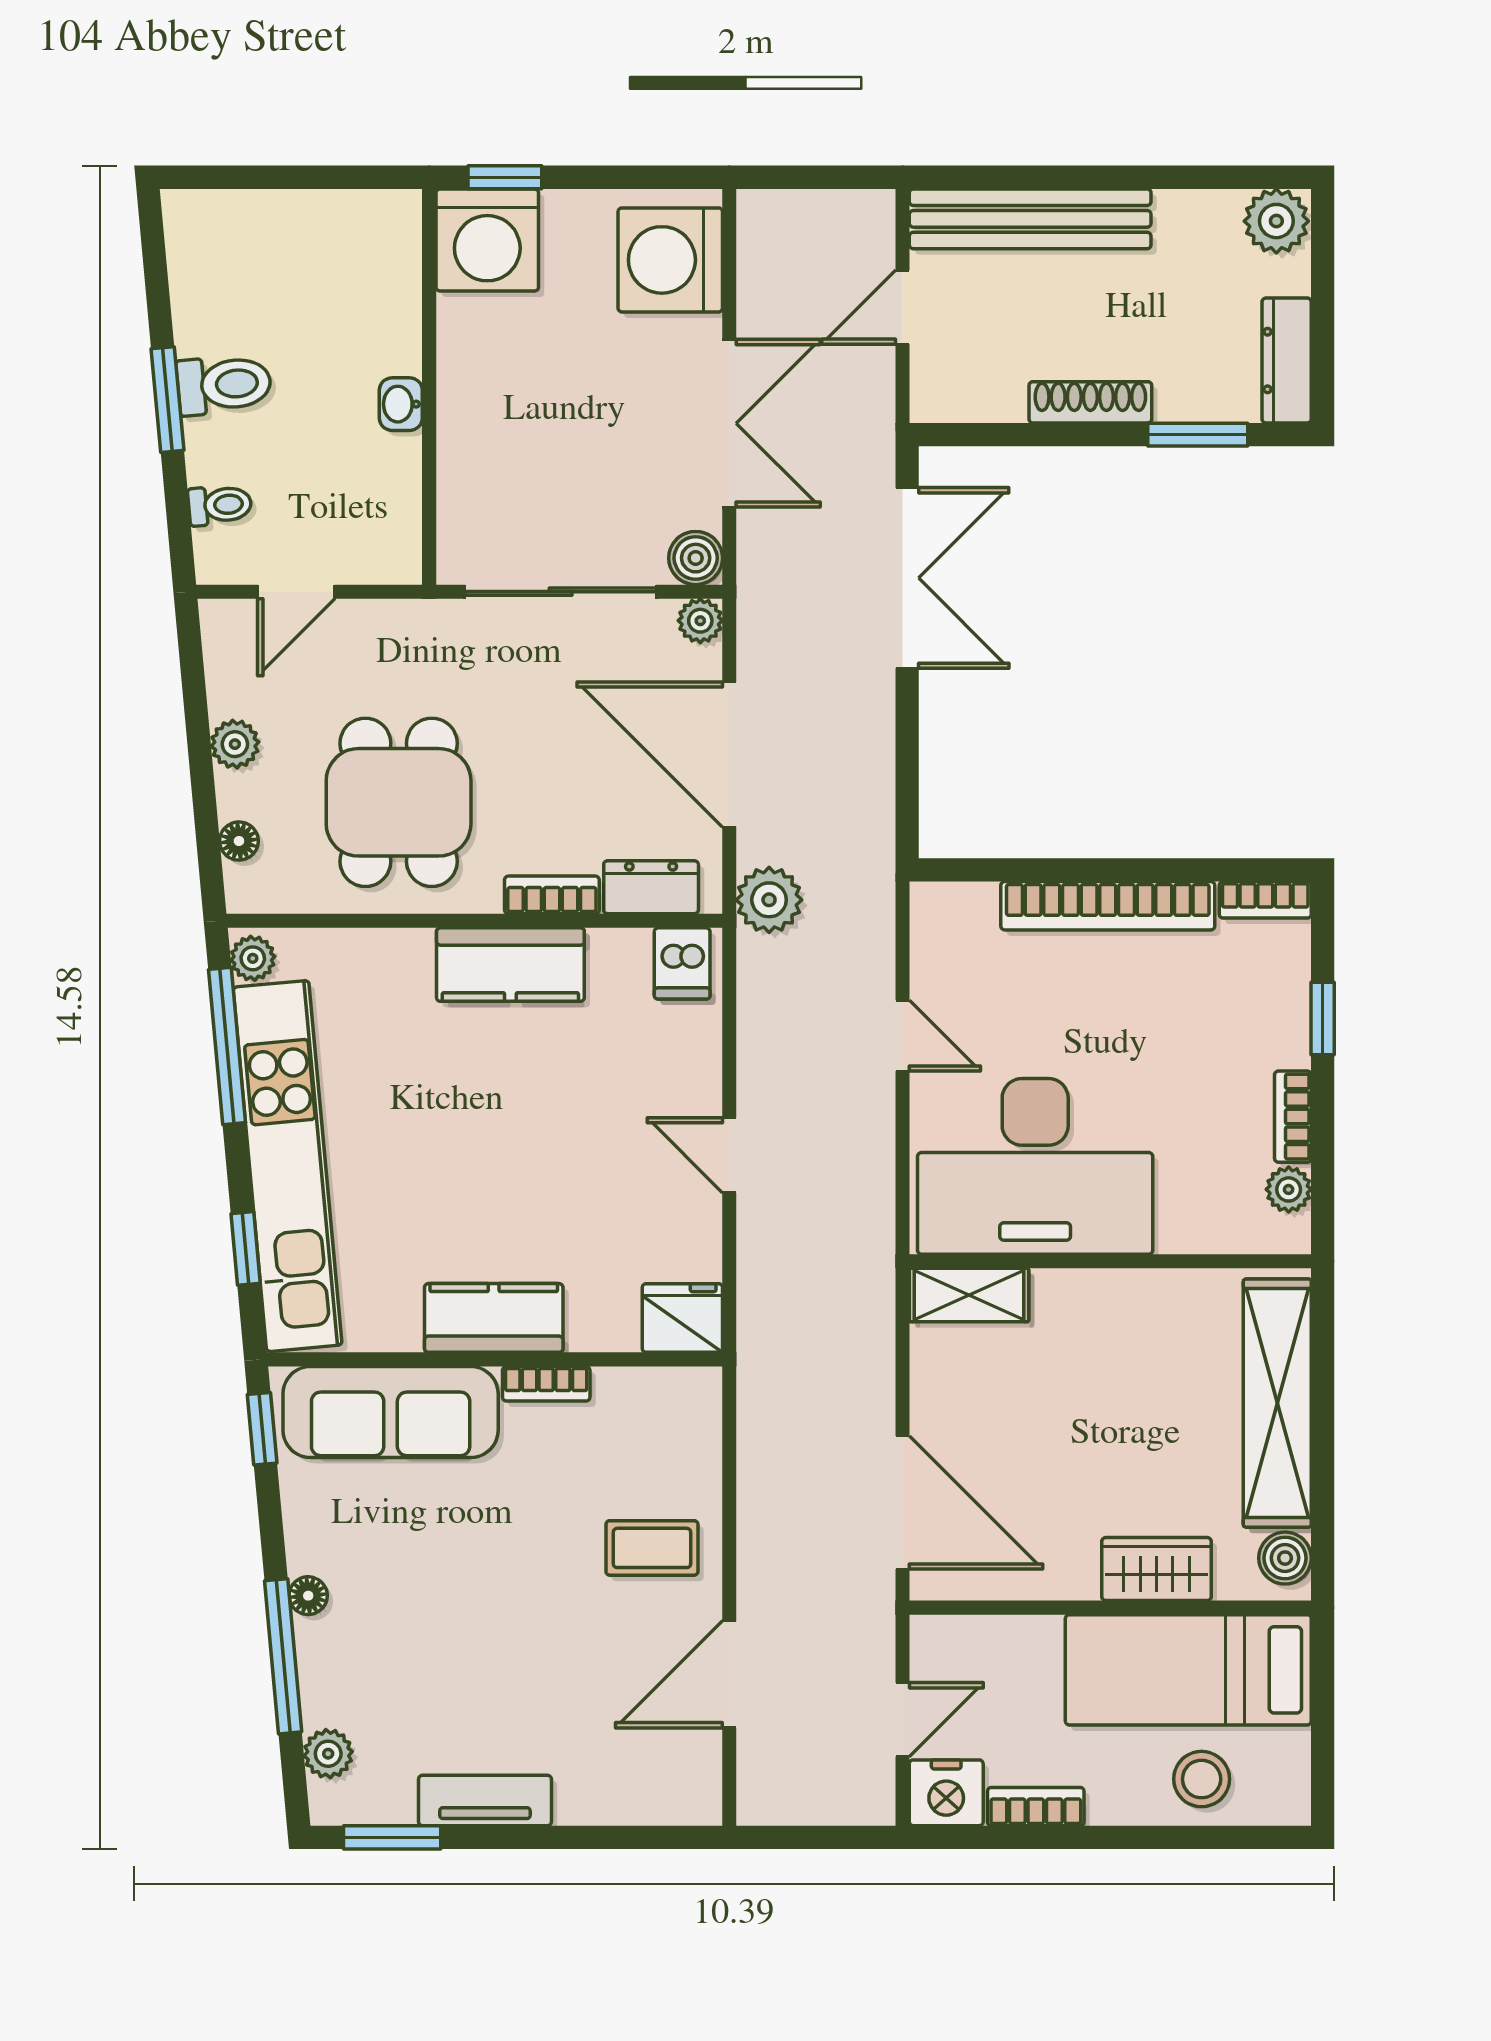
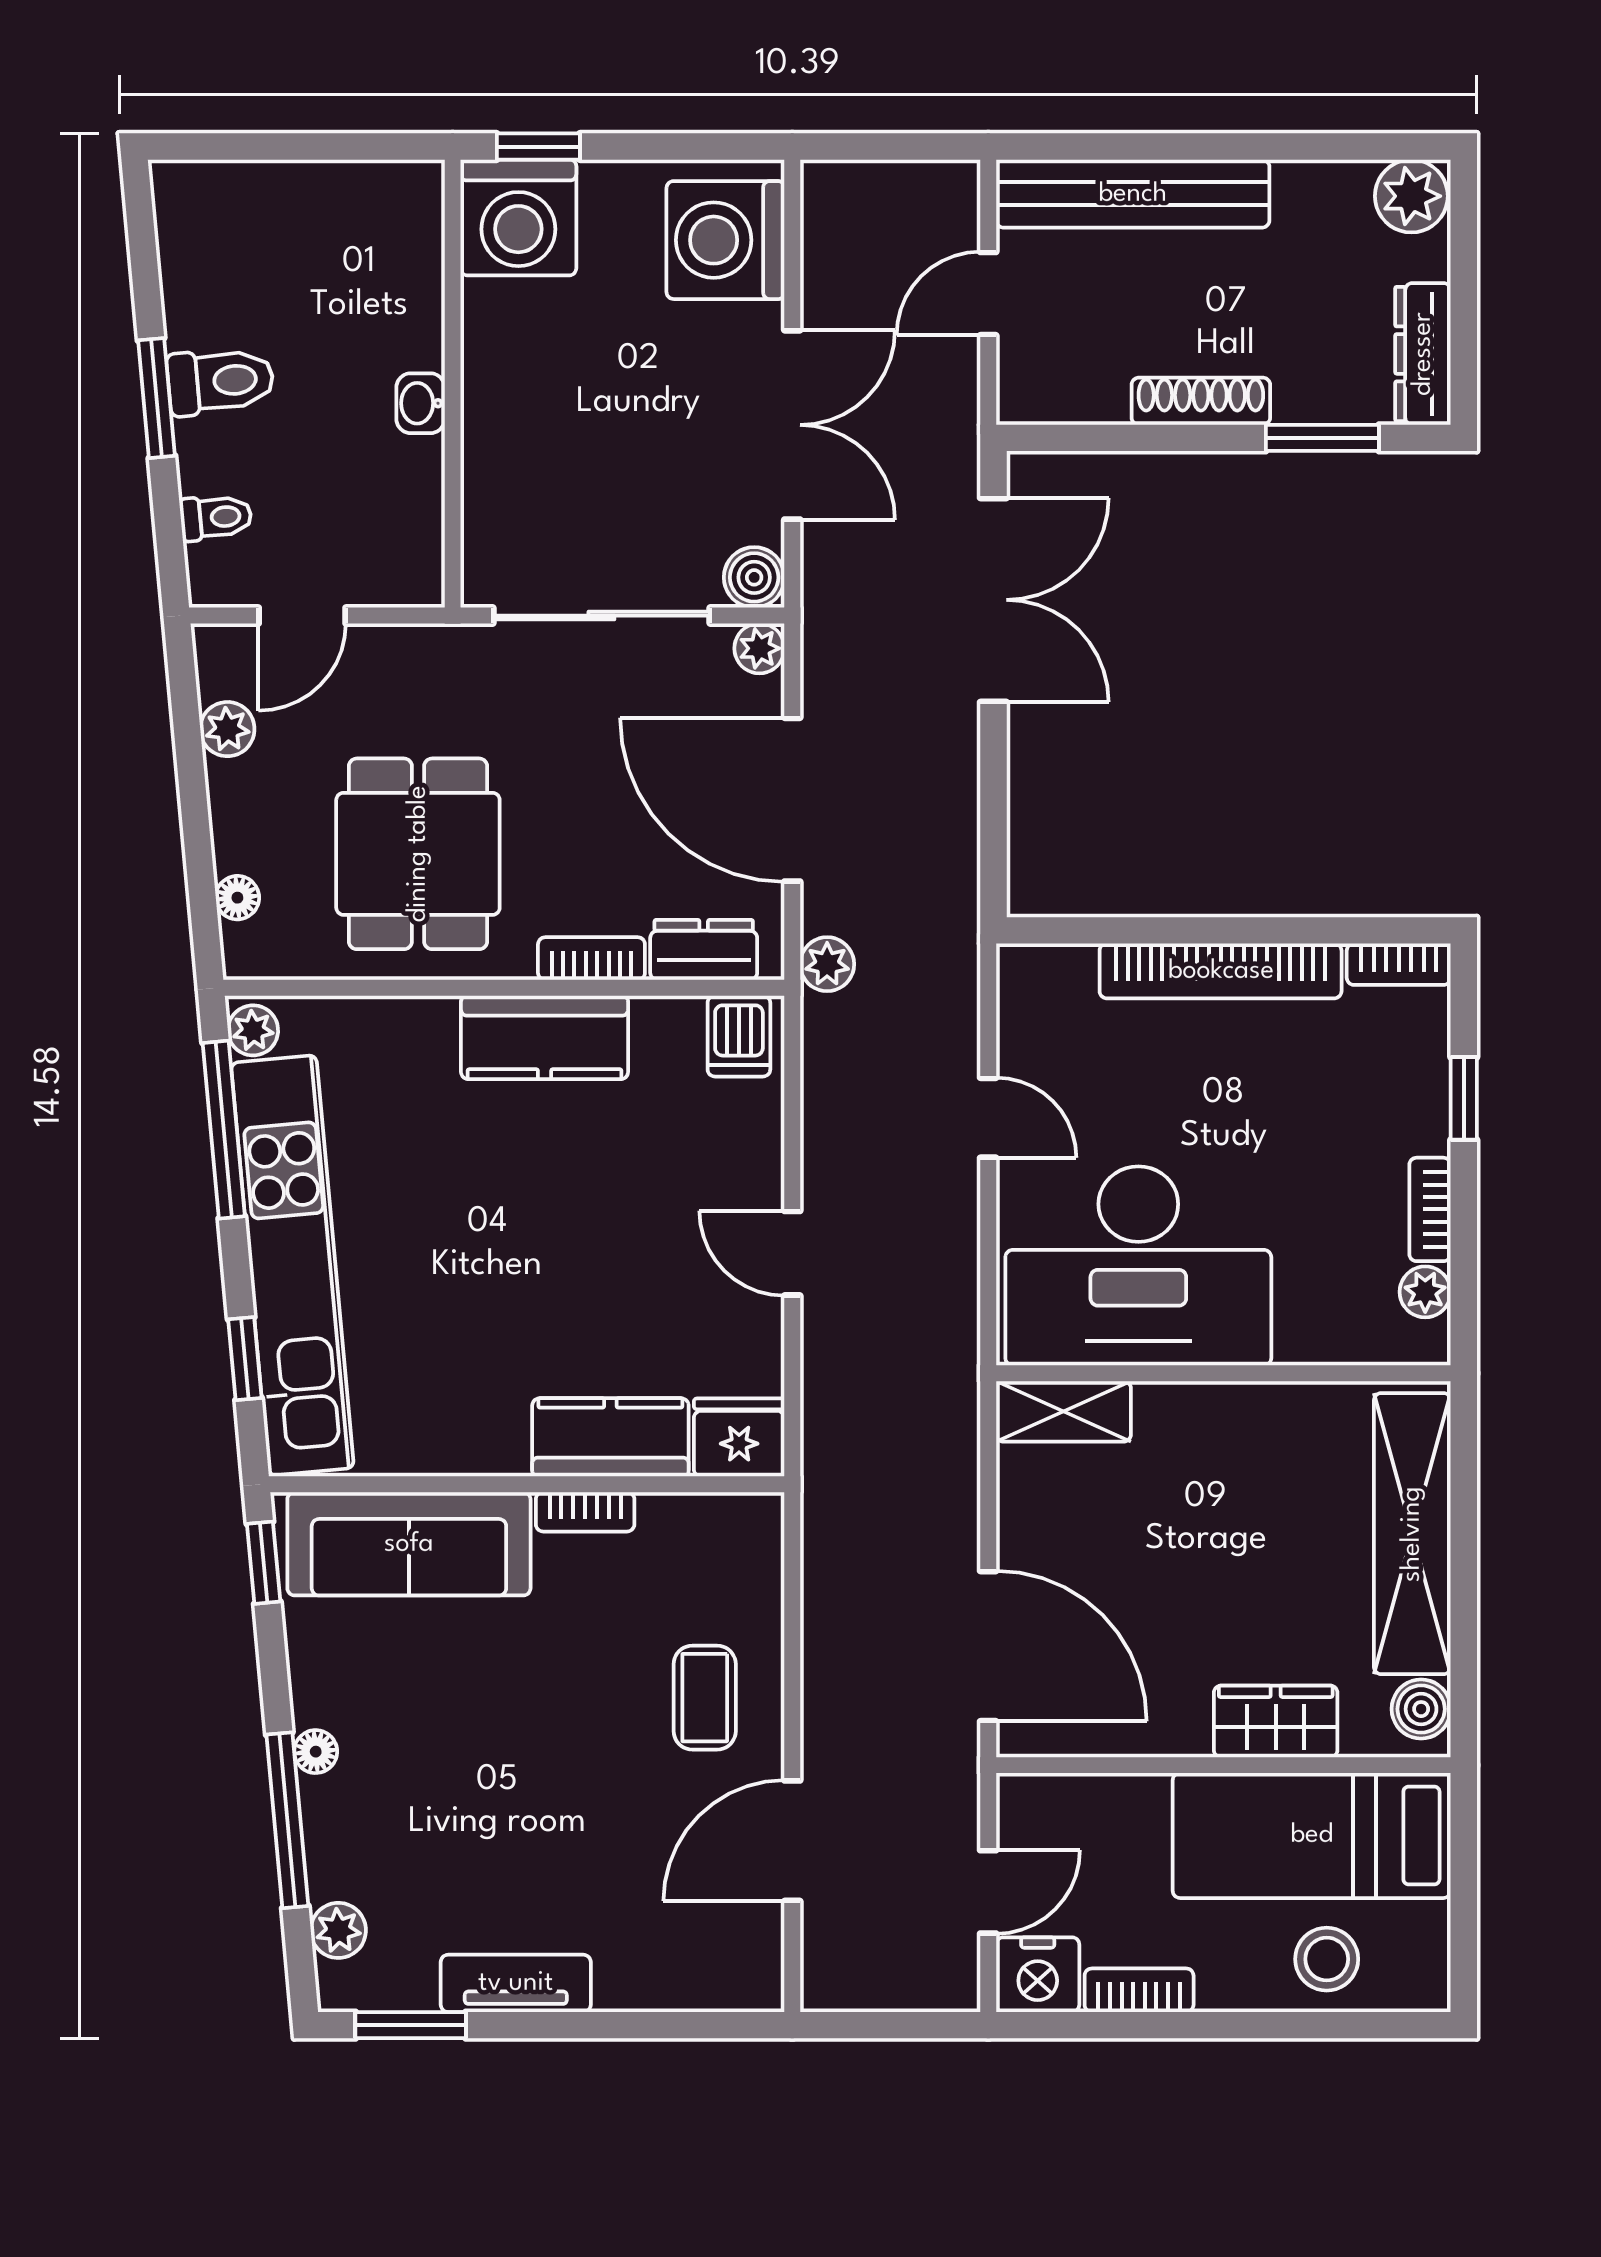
plant: (235, 744) -> (227, 729), moved
plant: (769, 900) -> (827, 964), width x0.73, depth x0.73
kitchen counter: (494, 1318) -> (610, 1437), moved
coffee table: (652, 1548) -> (705, 1698), turned 90

